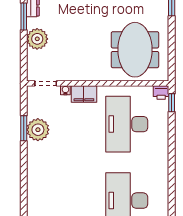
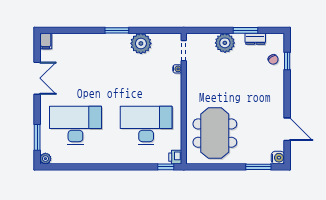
meeting table: (135, 50) -> (215, 133), turned 90
filing cabinet: (84, 94) -> (174, 86), removed
window: (24, 128) -> (117, 30), moved

